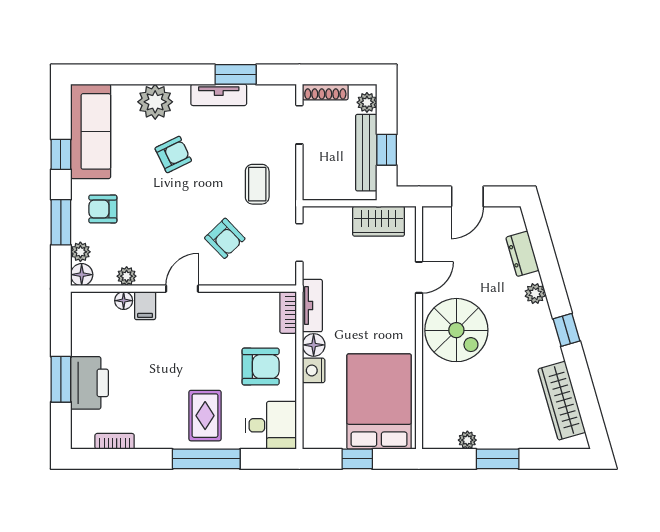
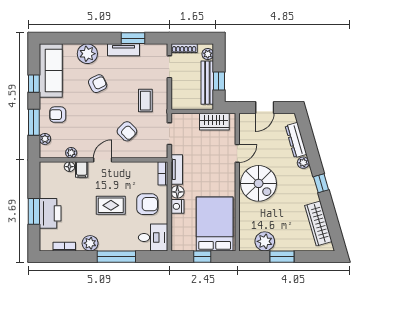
dresser: (522, 254) -> (296, 140), width x1.44
floor lamp: (82, 275) -> (46, 152), removed
rug: (205, 416) -> (111, 205), moved, turned 90
plant: (160, 435) -> (90, 243), added
plant: (467, 440) -> (265, 241), width x1.87, depth x1.87

